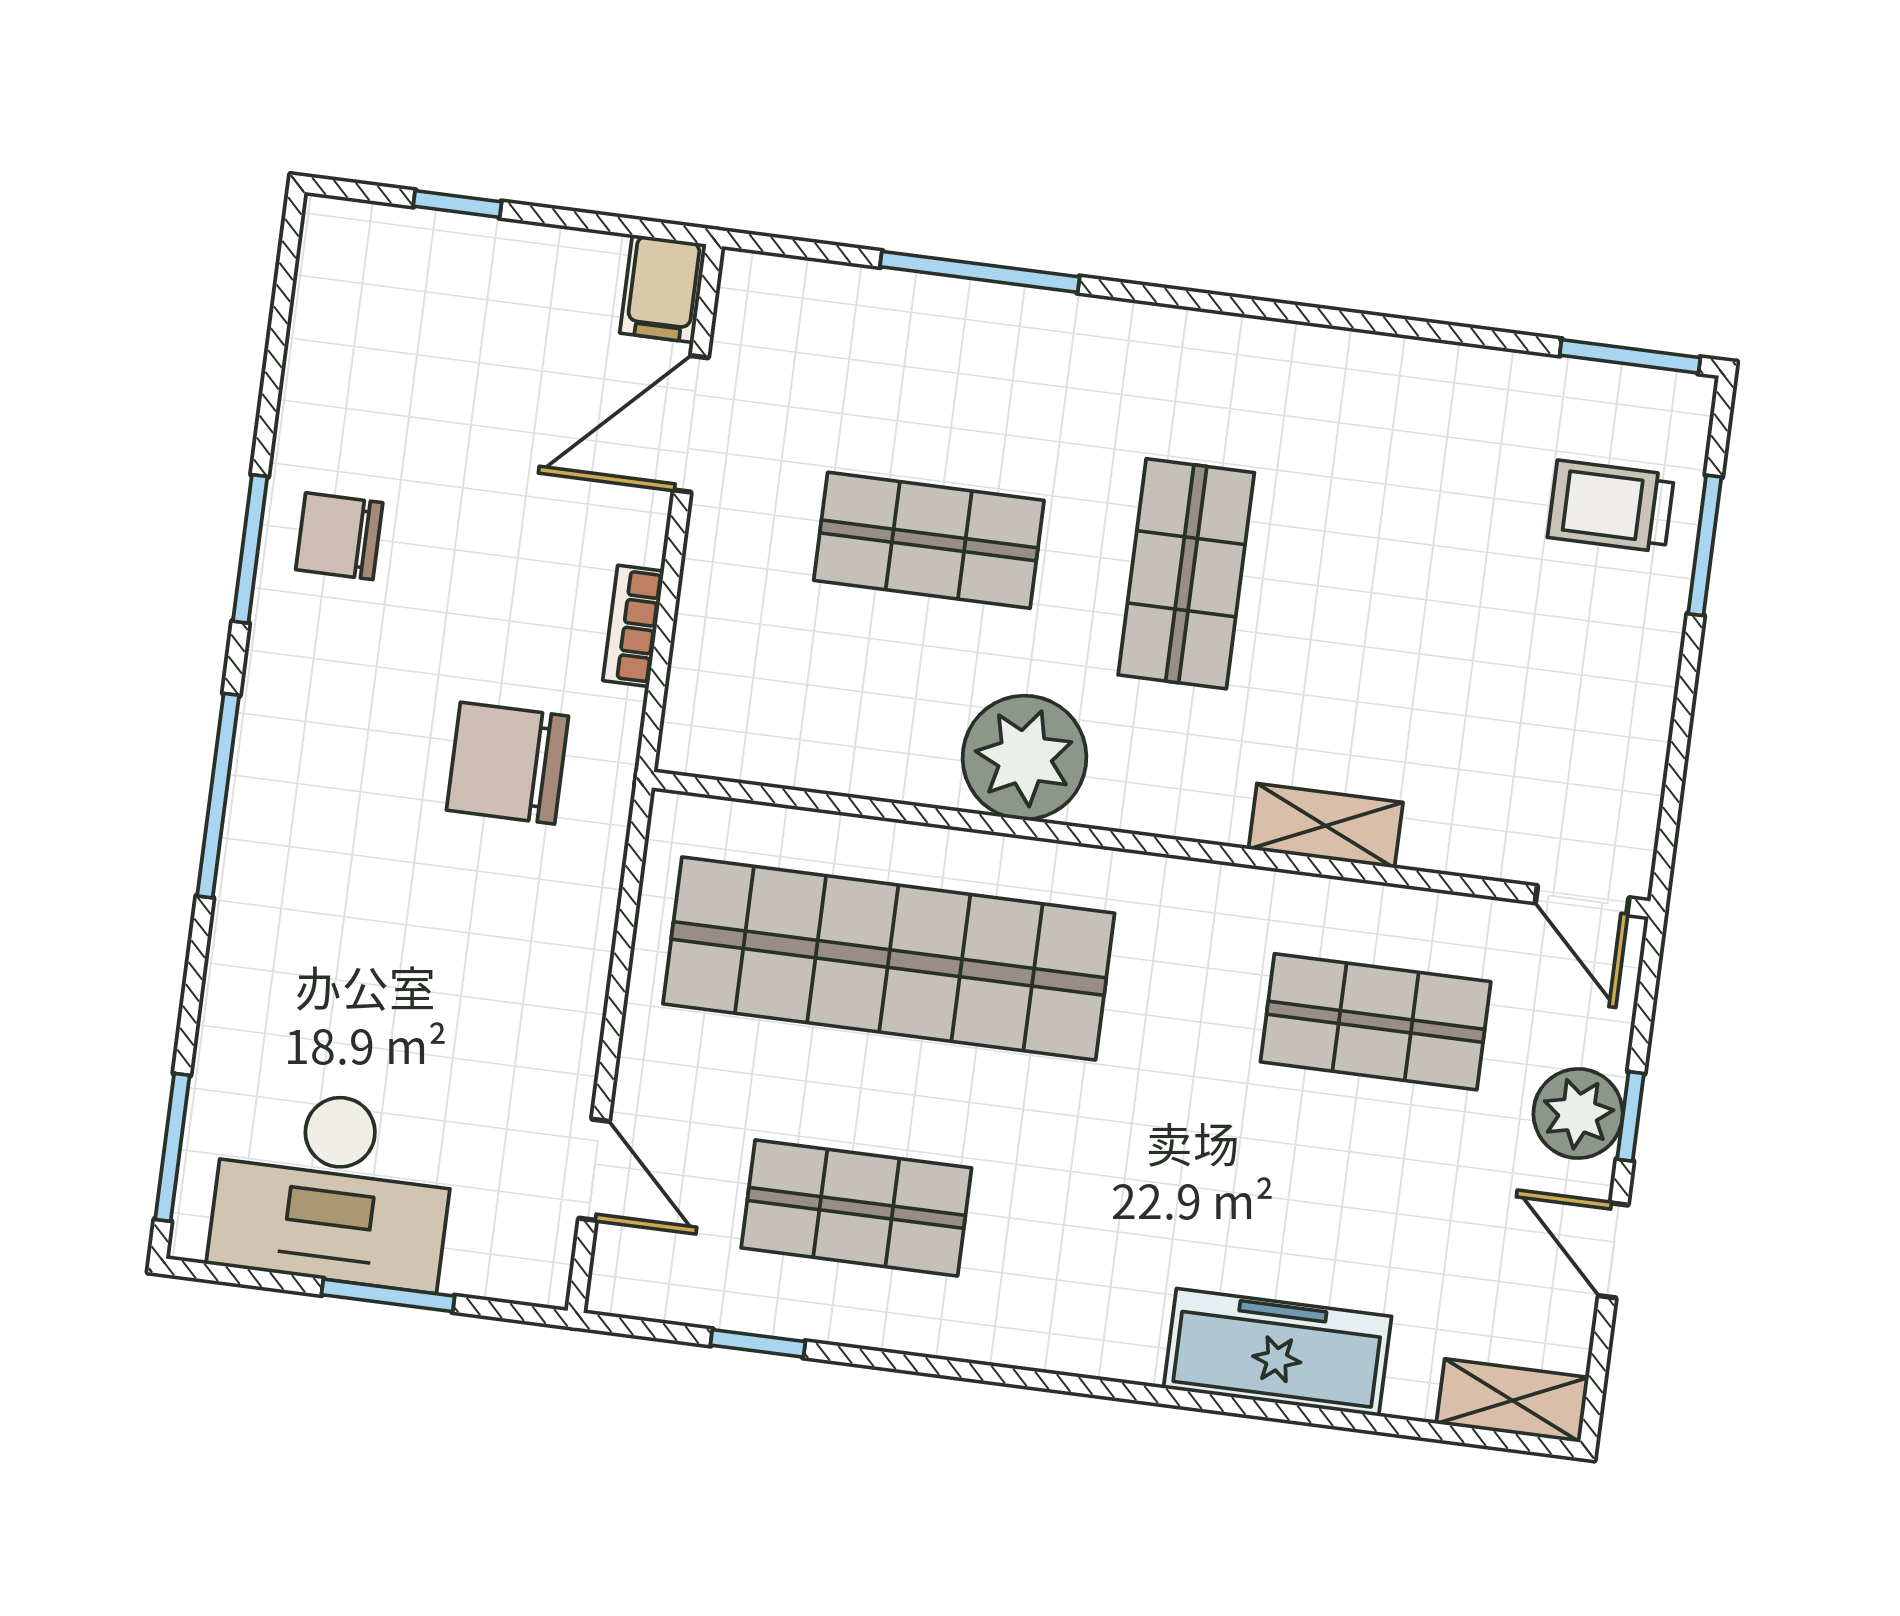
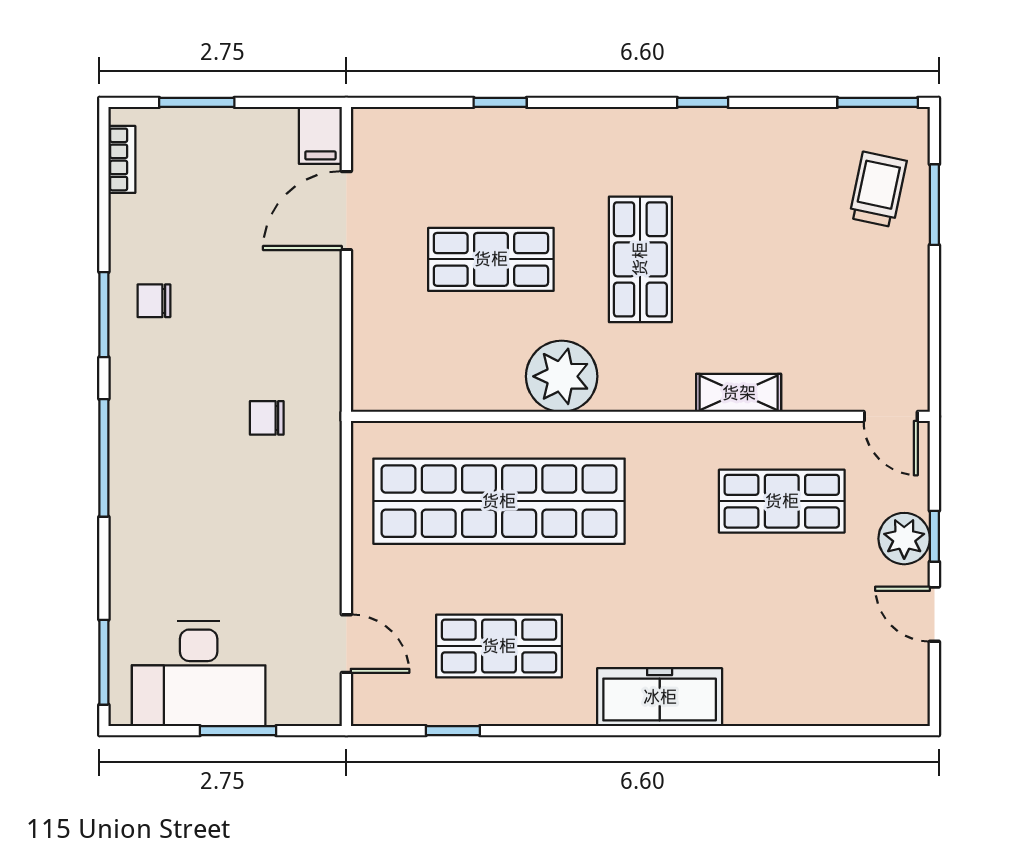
window: (457, 204) -> (197, 102), width x1.50
window: (980, 272) -> (500, 102), width x0.46
window: (1329, 317) -> (703, 102), added
trolley: (1611, 506) -> (878, 189), turned 102
chair: (339, 536) -> (154, 301), width x0.73, depth x0.73
bookcase: (633, 626) -> (122, 159), moved, turned 180
chair: (507, 763) -> (267, 418), width x0.54, depth x0.54
freezer: (1278, 1352) -> (660, 697), moved
shelving: (1512, 1401) -> (888, 707), removed

